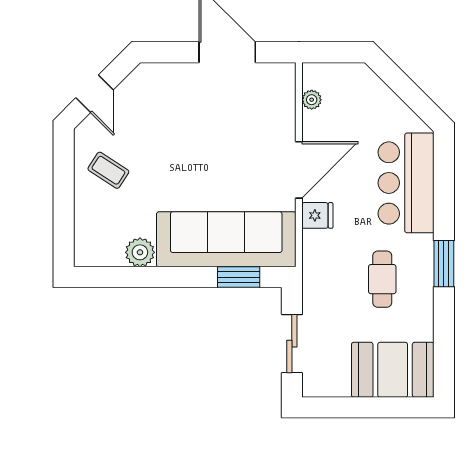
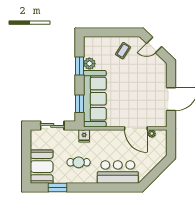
door: (299, 170) -> (136, 128), moved
fridge: (317, 215) -> (84, 136), moved
window: (444, 264) -> (57, 187), moved
window: (146, 277) -> (79, 66), added

